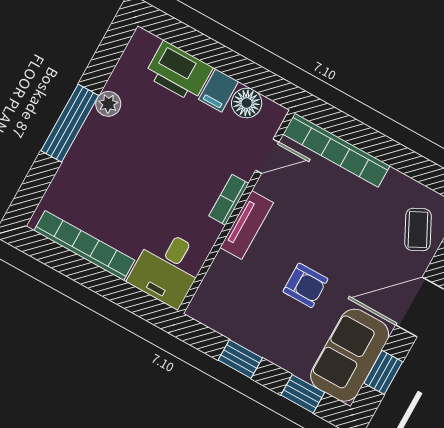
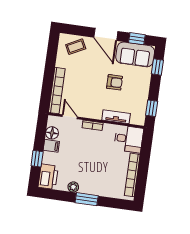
window: (202, 48) -> (37, 159), added
printer: (179, 71) -> (48, 177), moved
window: (70, 123) -> (87, 199), width x0.69
tv unit: (247, 225) -> (116, 117), moved
armchair: (305, 285) -> (115, 82), turned 90
window: (240, 359) -> (152, 108), moved

